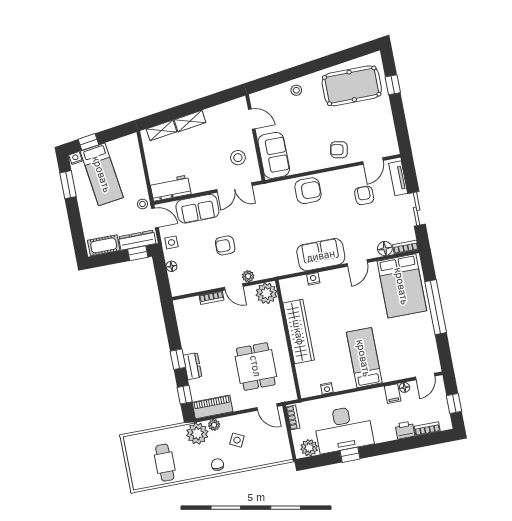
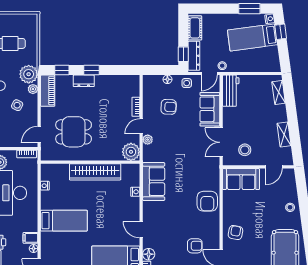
shelving: (190, 121) -> (284, 134), moved
armchair: (225, 245) -> (169, 107), moved, turned 93
sofa: (321, 255) -> (154, 182), moved

